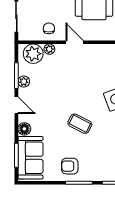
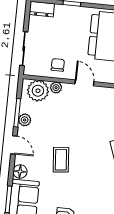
coffee table: (80, 124) -> (61, 160), moved, turned 58

